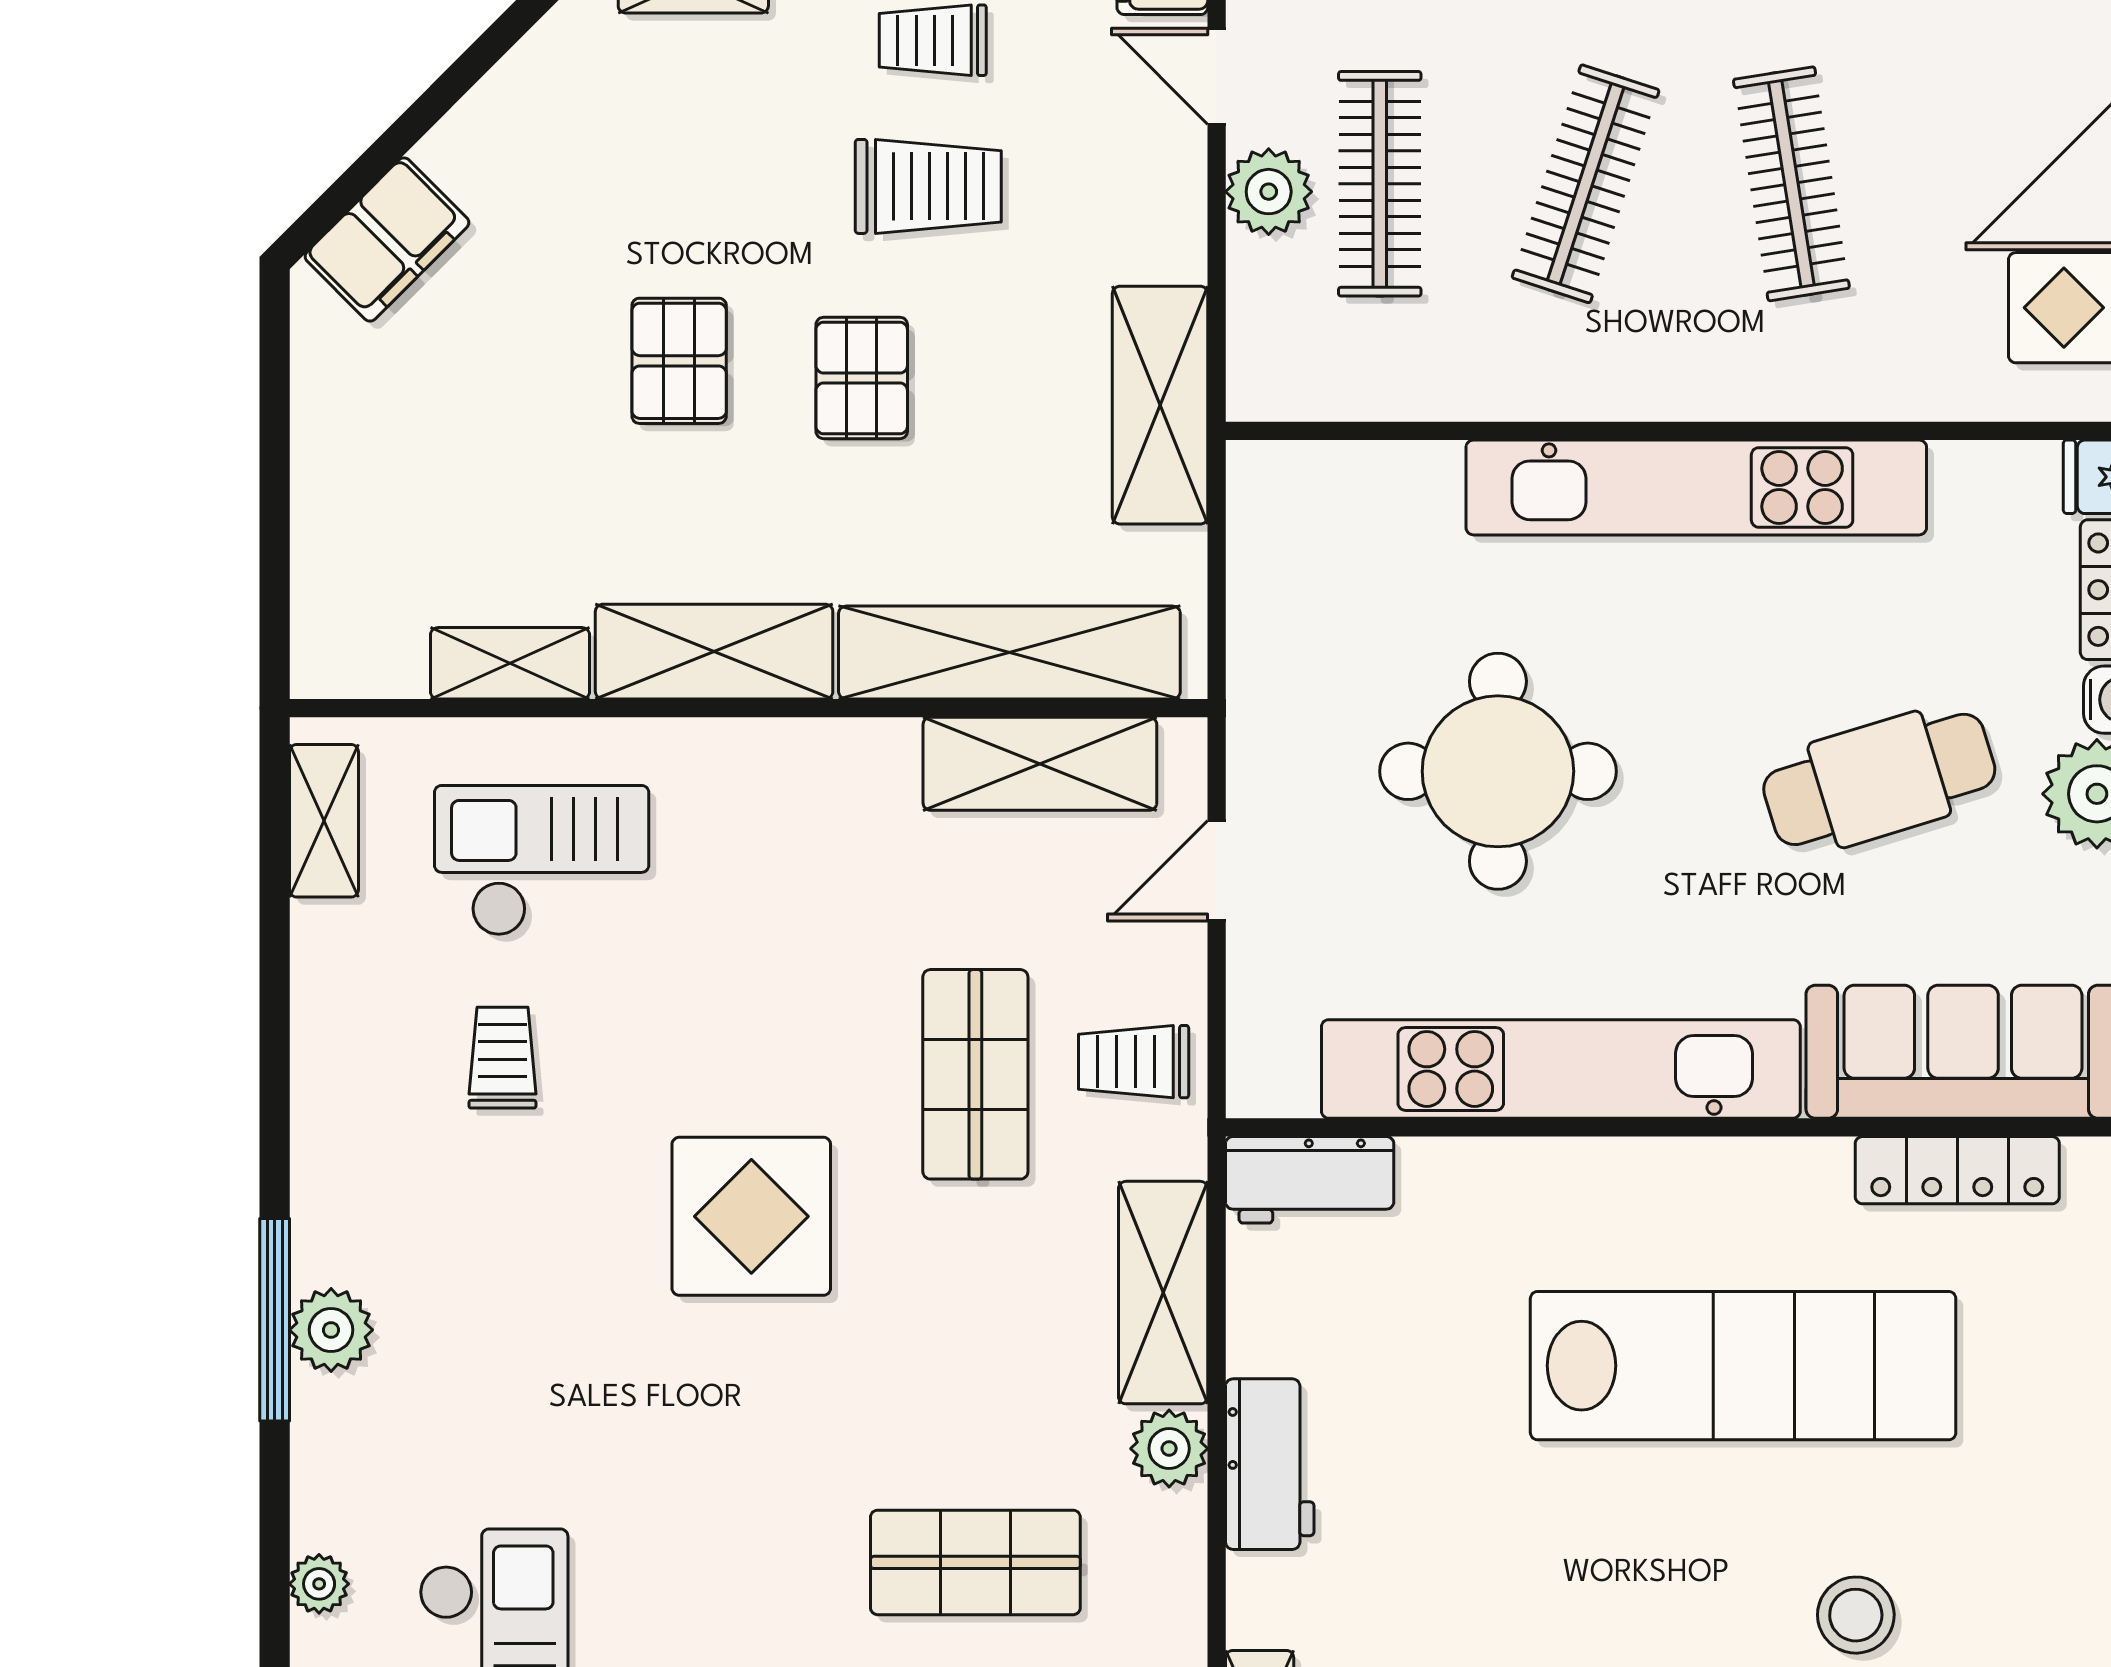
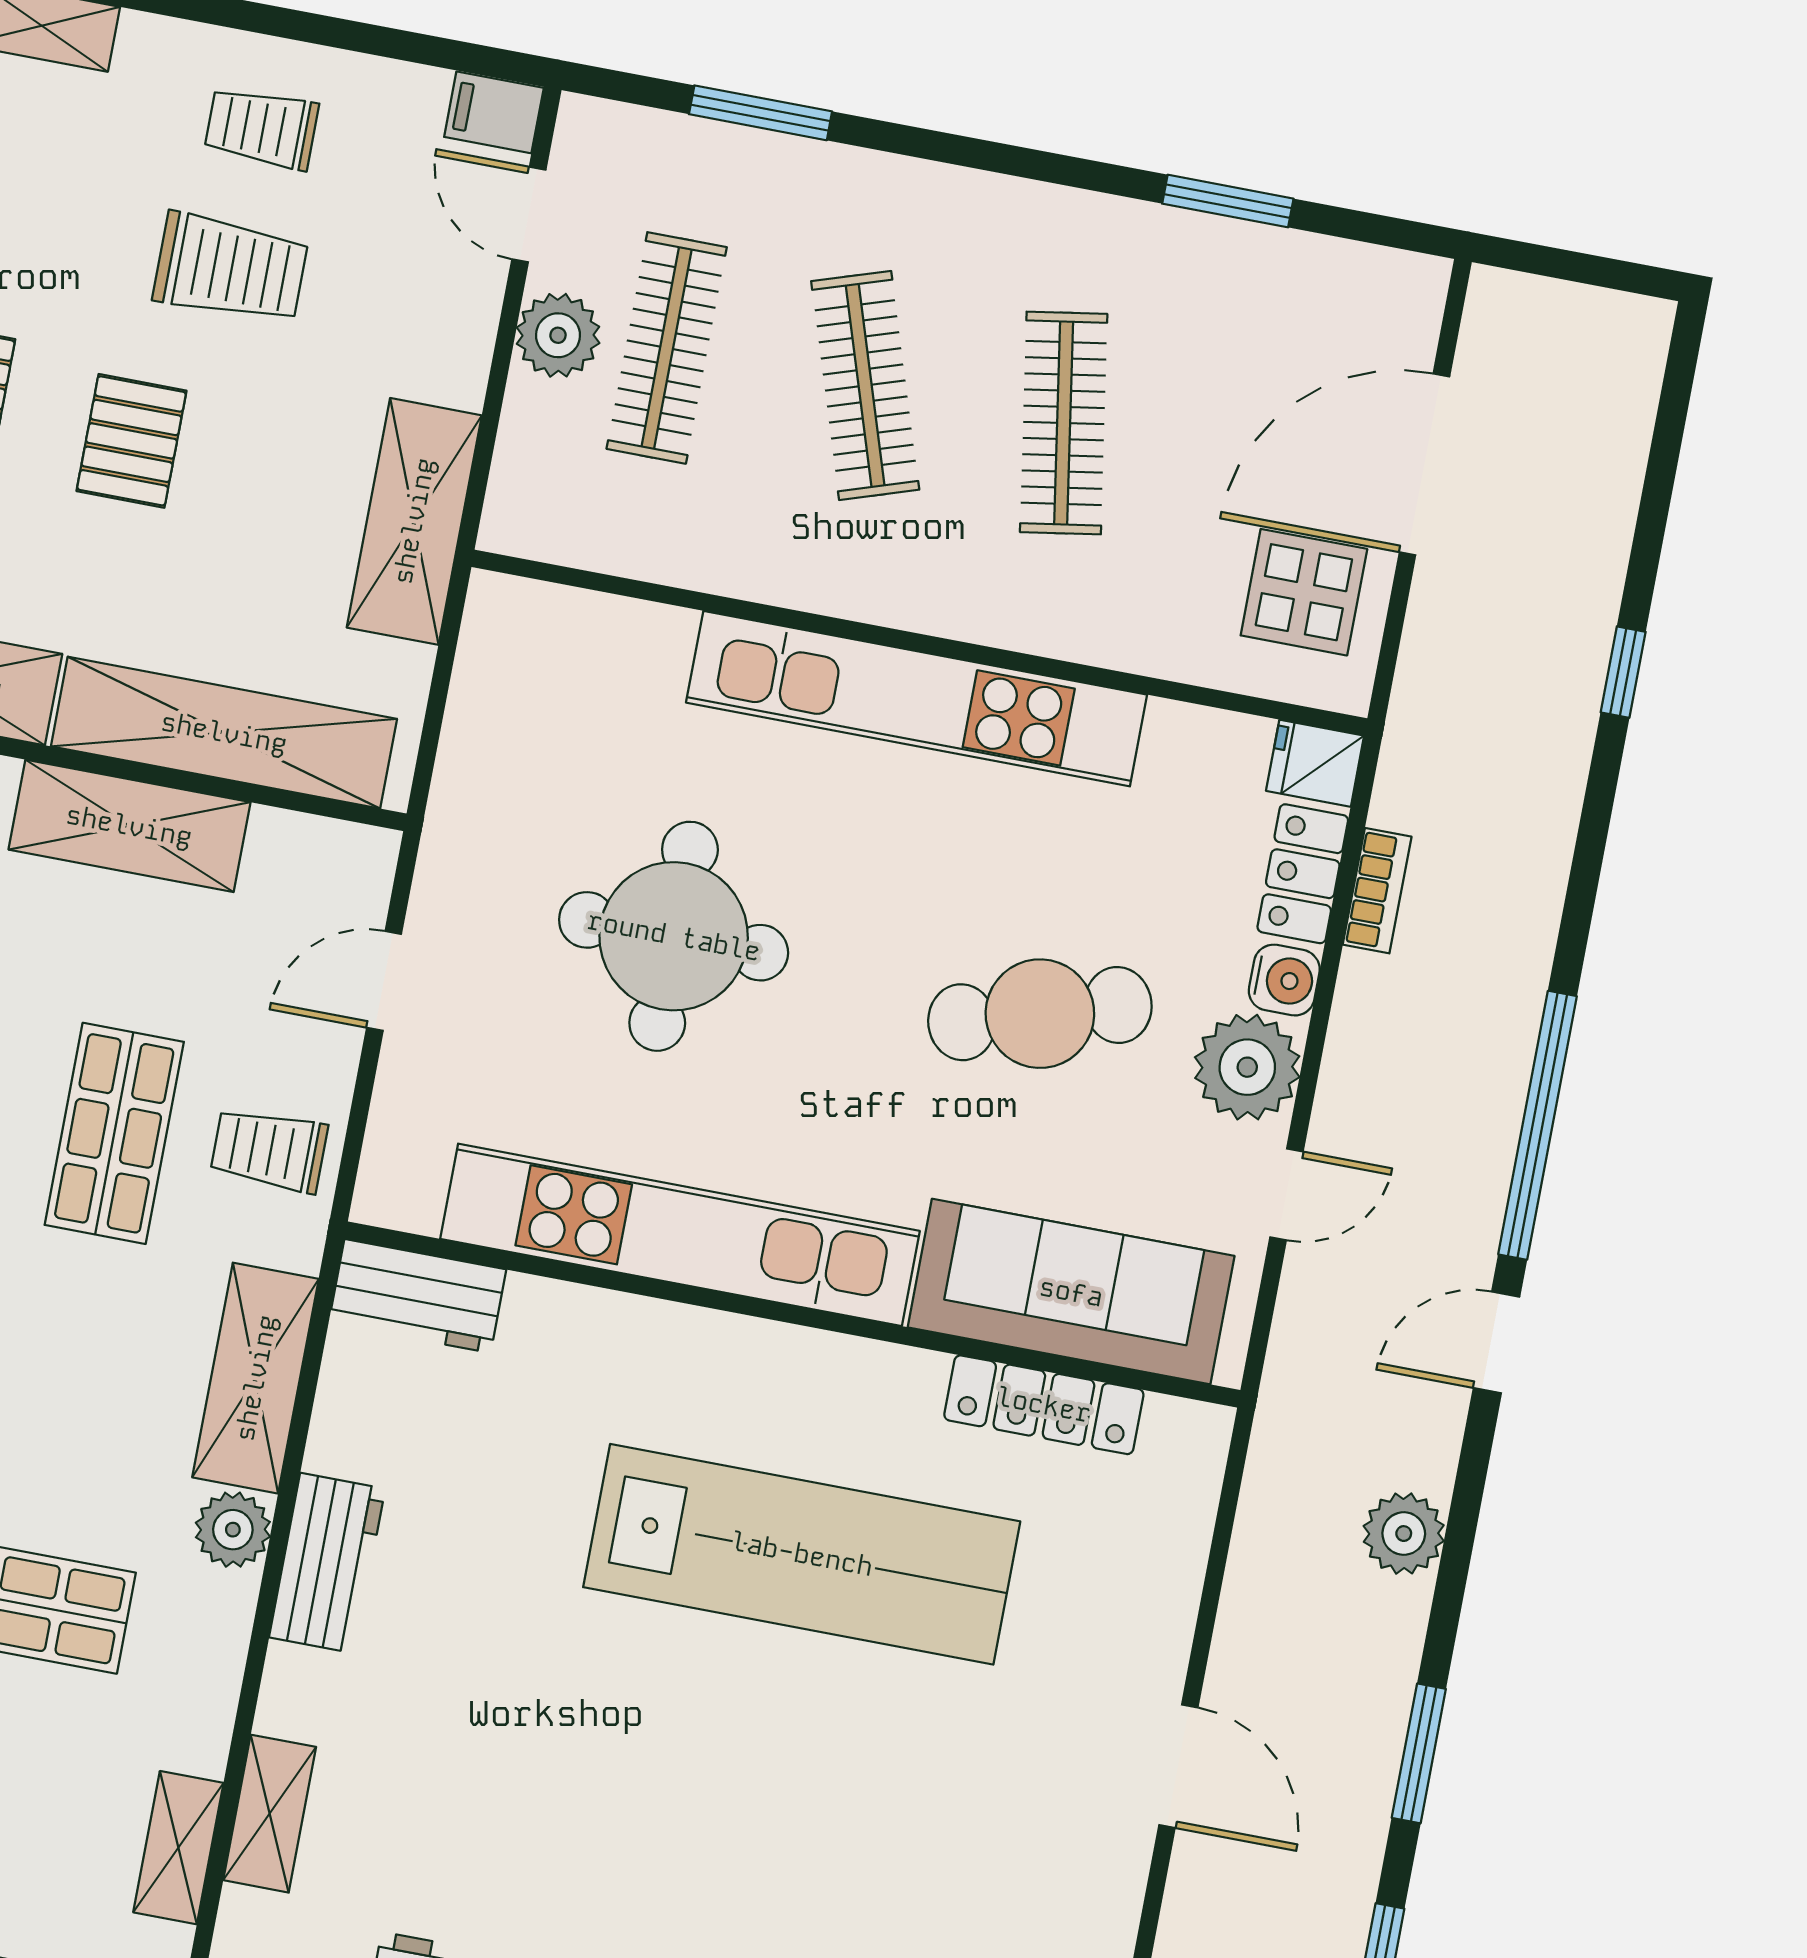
clothes rail: (1586, 184) -> (865, 385), turned -36
shelving: (1040, 764) -> (129, 826), moved
stool: (1856, 1615) -> (865, 1815), removed

